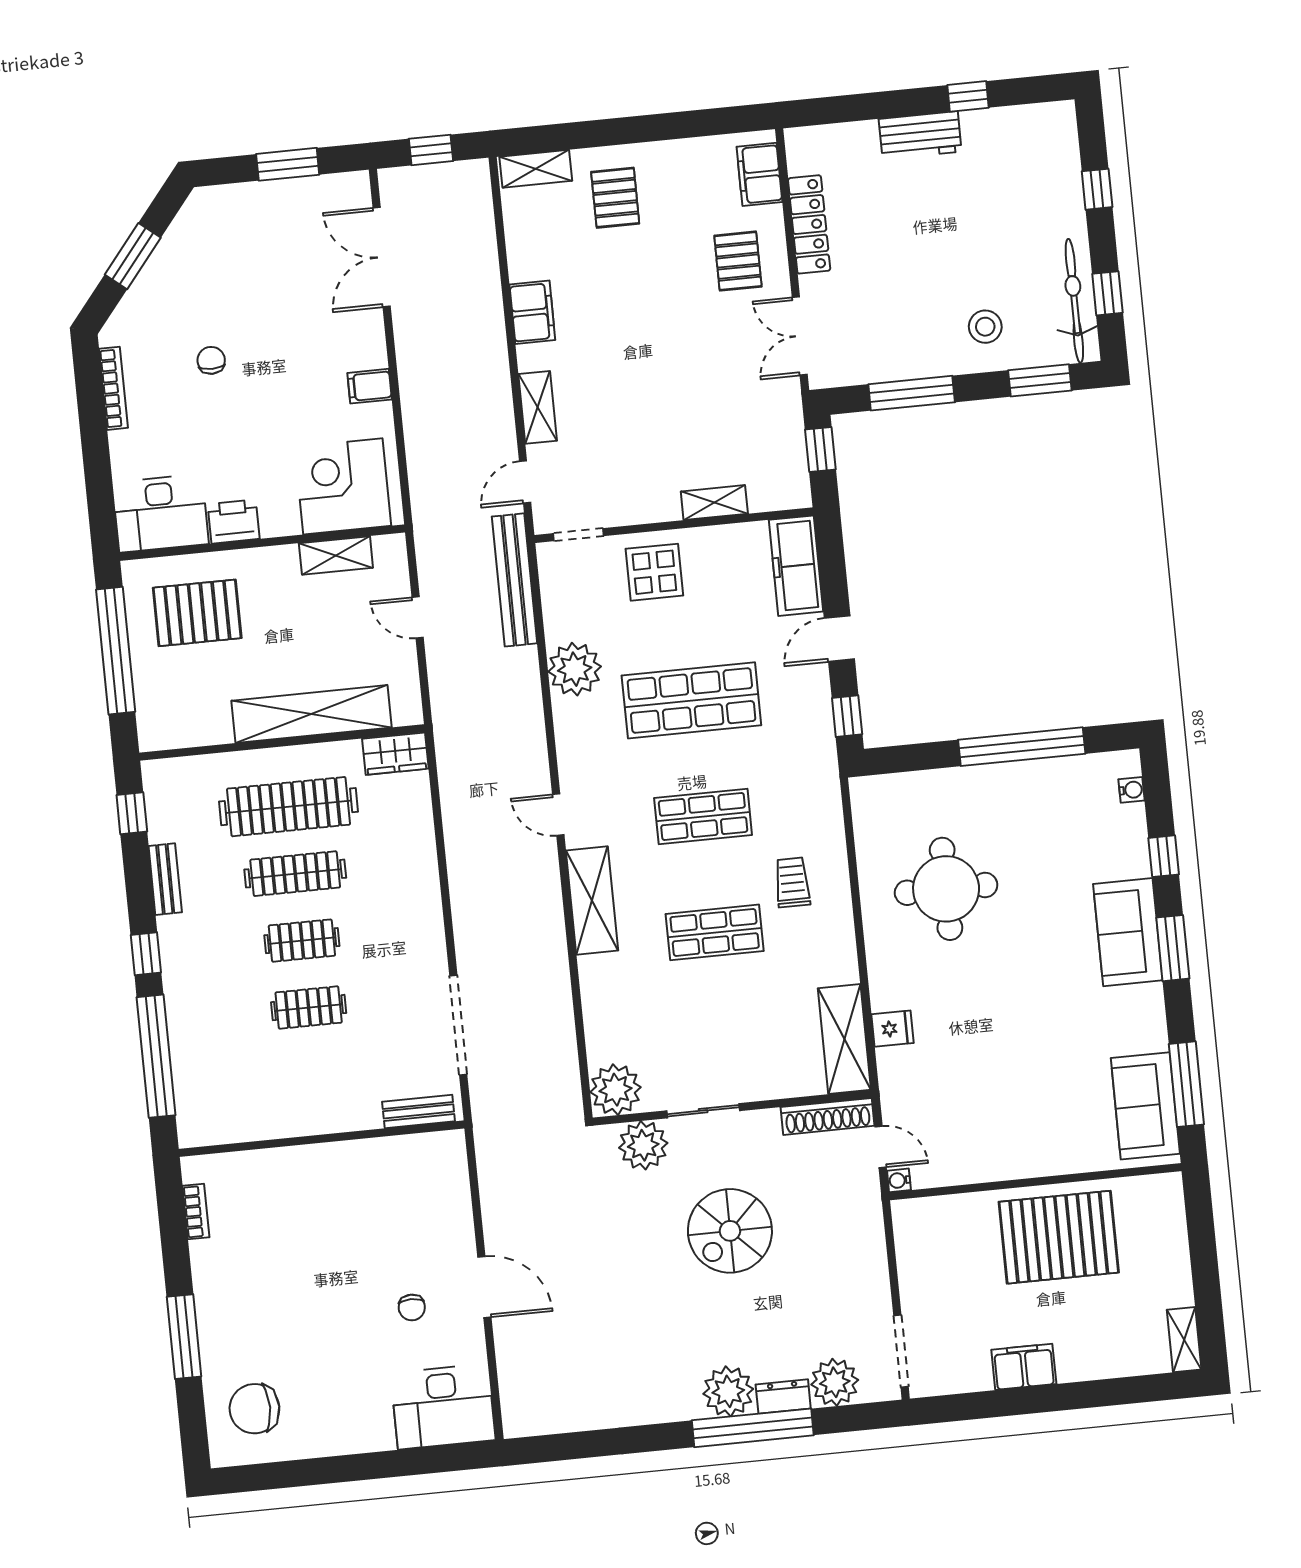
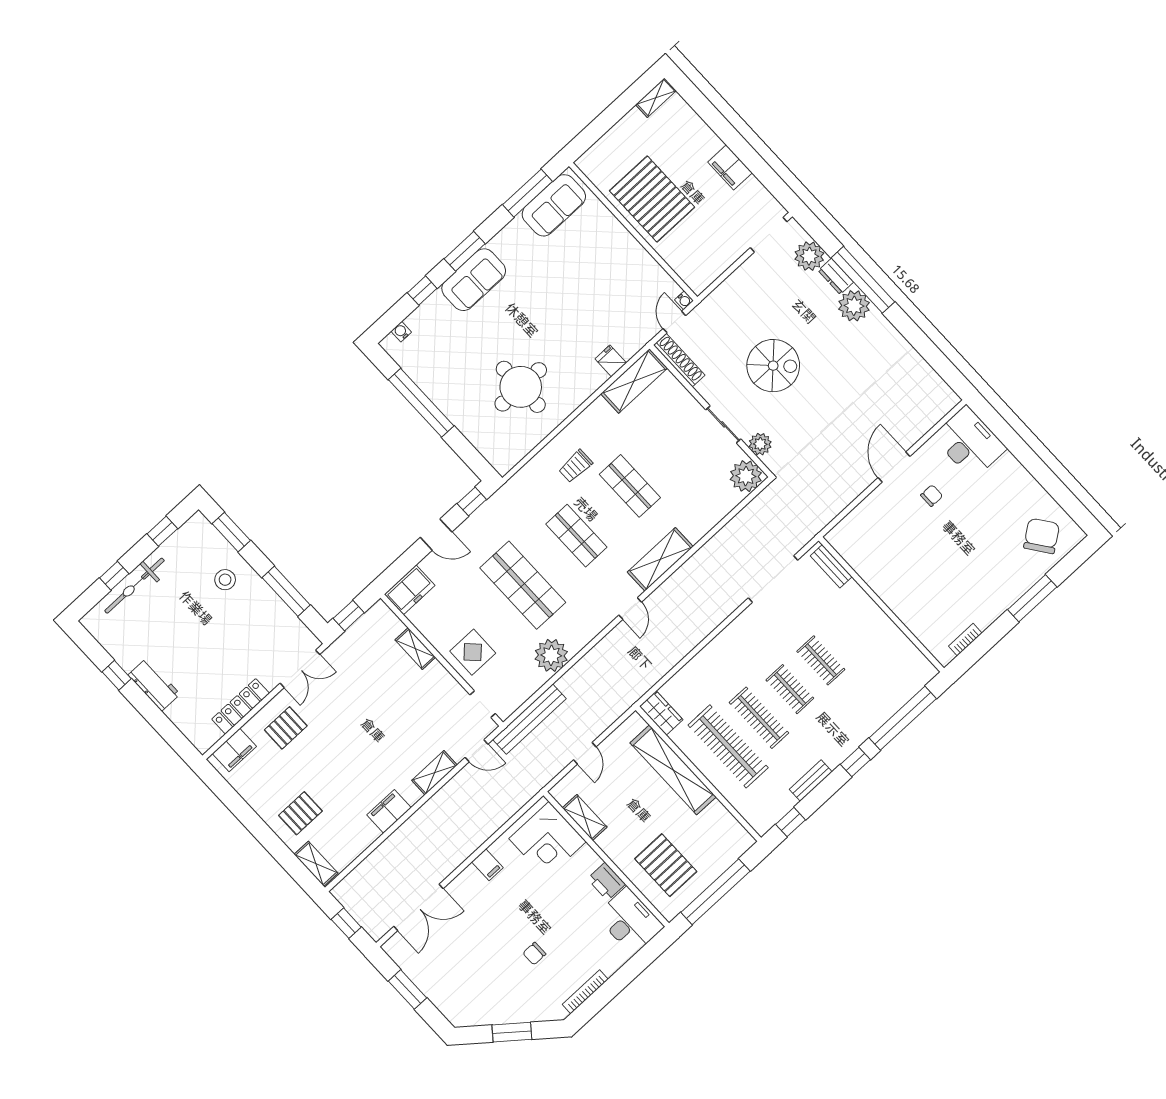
bicycle: (1074, 301) -> (135, 586), moved
freezer: (796, 566) -> (410, 590), width x0.71
plant: (643, 1145) -> (760, 444), width x0.73, depth x0.73
chair: (254, 1409) -> (1042, 536), turned -126

